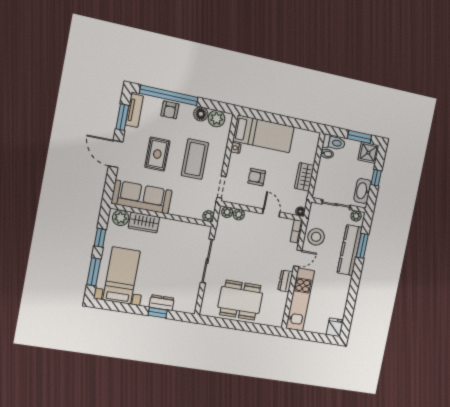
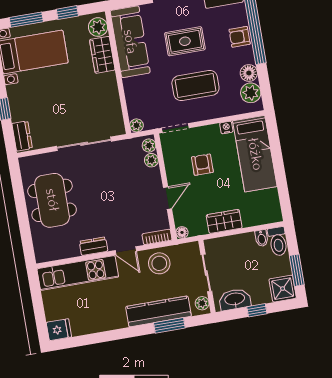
dresser: (162, 303) -> (22, 136), moved

